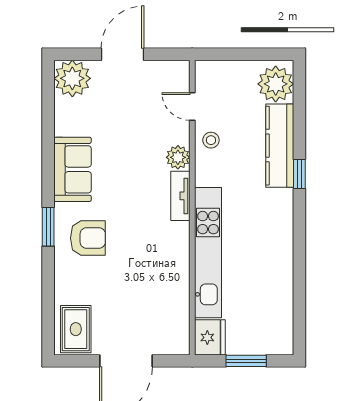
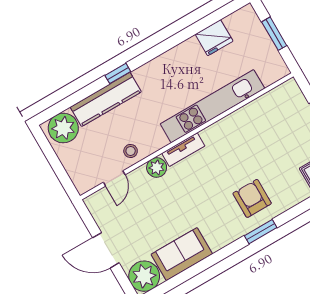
sofa: (73, 169) -> (182, 254), moved
fridge: (210, 337) -> (214, 38), moved, turned 180

